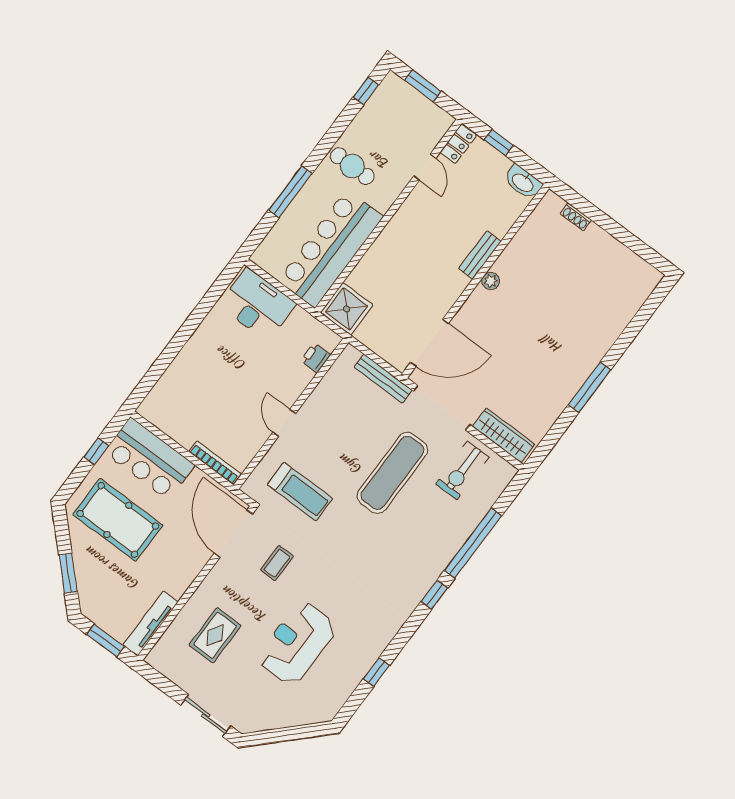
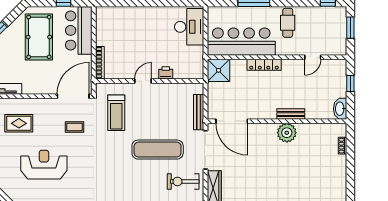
locker: (458, 144) -> (264, 65), moved, width x1.53
plant: (491, 281) -> (287, 133), width x1.88, depth x1.88
printer: (316, 358) -> (166, 73), moved

